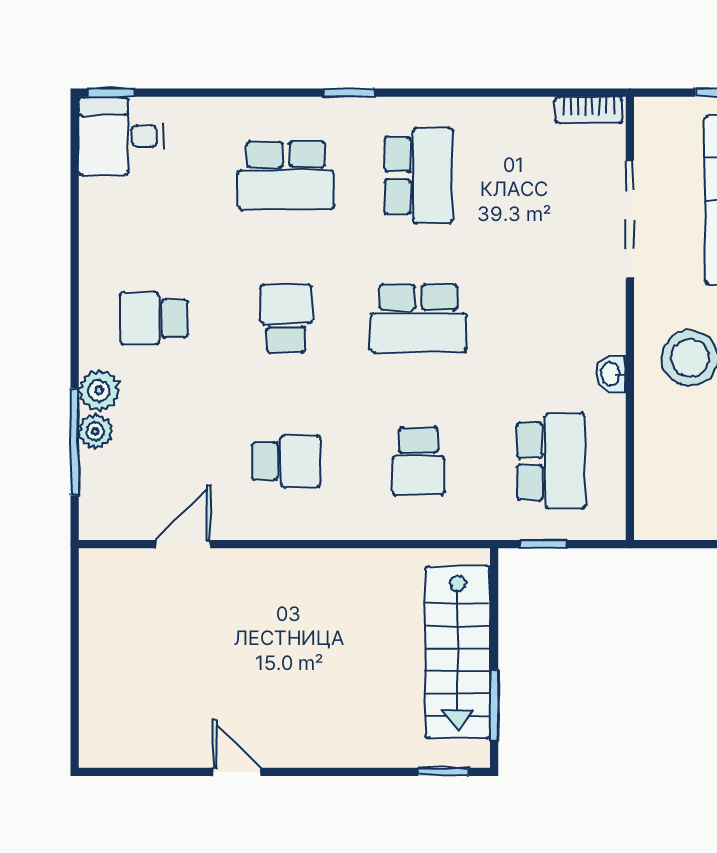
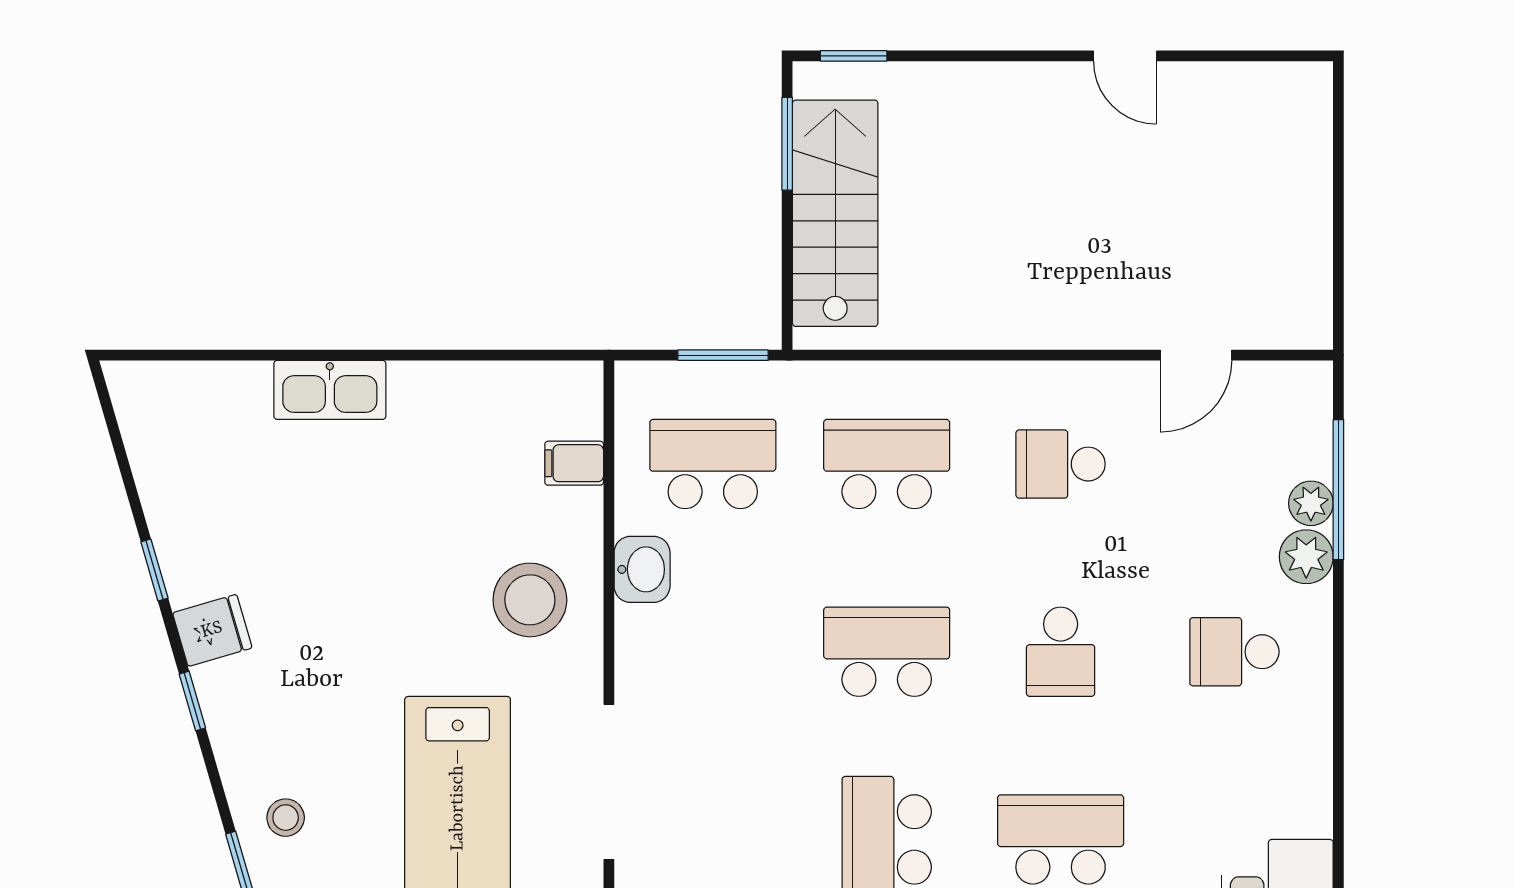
school desk: (154, 318) -> (1234, 652), turned 180
washbasin: (611, 374) -> (642, 569), width x1.38, depth x1.45
school desk: (418, 461) -> (887, 464), width x1.85
school desk: (551, 461) -> (713, 464), turned 90
filing cabinet: (656, 462) -> (574, 463), added
window: (543, 544) -> (723, 355), width x1.50

